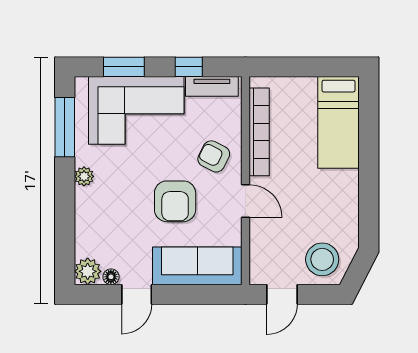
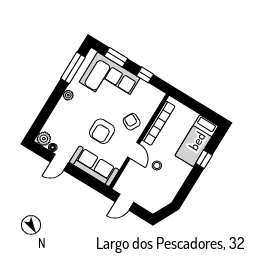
tv unit: (212, 86) -> (150, 90), removed
window: (369, 145) -> (204, 159), added
stool: (322, 259) -> (157, 165), moved, width x0.53, depth x0.53

